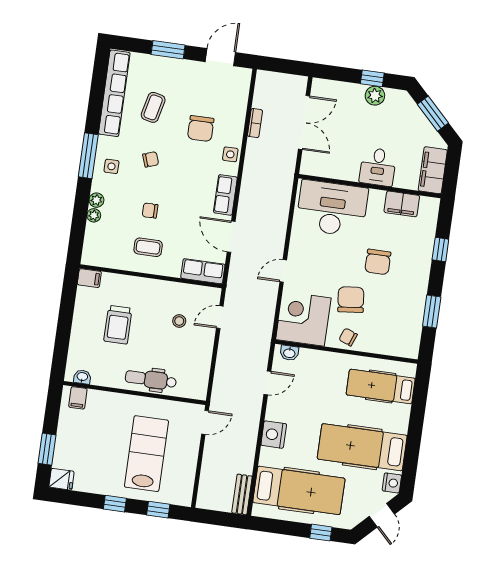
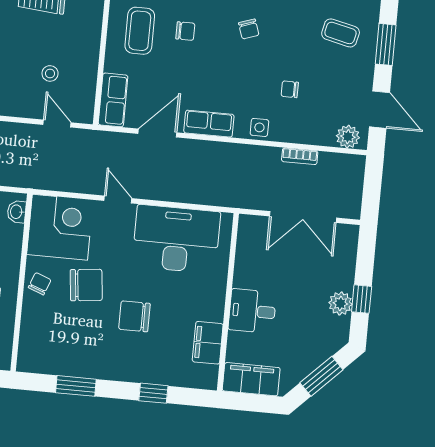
plant: (241, 84) -> (348, 137), added
coffee table: (153, 107) -> (341, 33), moved
chair: (201, 129) -> (290, 89), width x0.54, depth x0.54
desk: (332, 208) -> (176, 239), moved, turned -90
chair: (150, 211) -> (185, 31), turned 90
coffee table: (148, 247) -> (140, 31), width x1.36, depth x1.30

